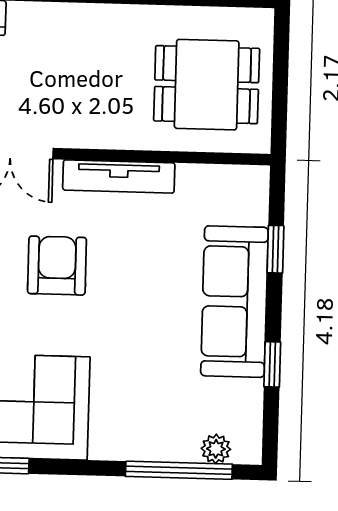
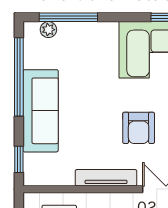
window: (275, 249) -> (19, 159), moved
window: (272, 364) -> (19, 77), width x3.17

